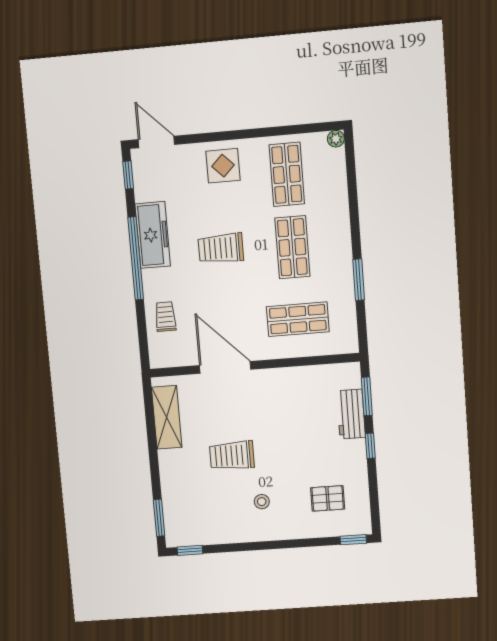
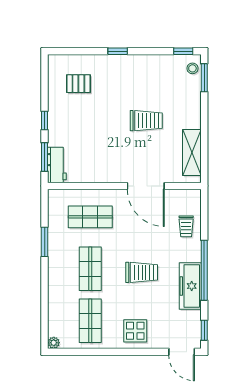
workbench: (351, 414) -> (57, 165), moved
stool: (262, 502) -> (192, 68), moved
window: (353, 540) -> (118, 51), moved

